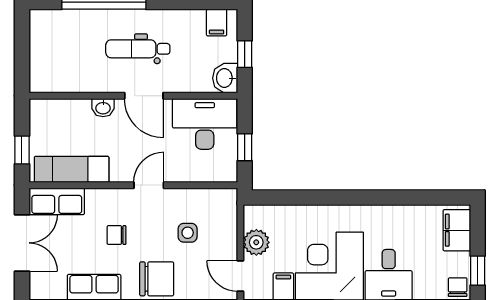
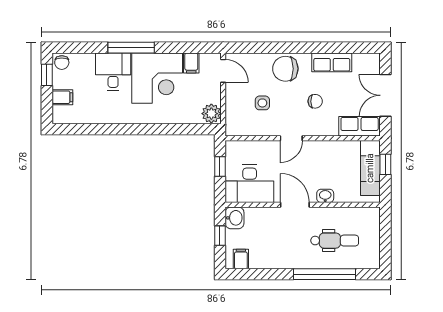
dental chair: (138, 49) -> (335, 241), moved
exam couch: (72, 169) -> (370, 168), moved, turned 90
filing cabinet: (457, 230) -> (62, 97), width x0.50
plant: (256, 242) -> (211, 114), moved

